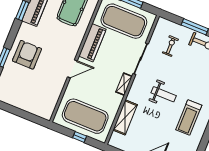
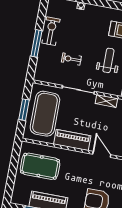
exercise bike: (170, 46) -> (71, 59), moved

